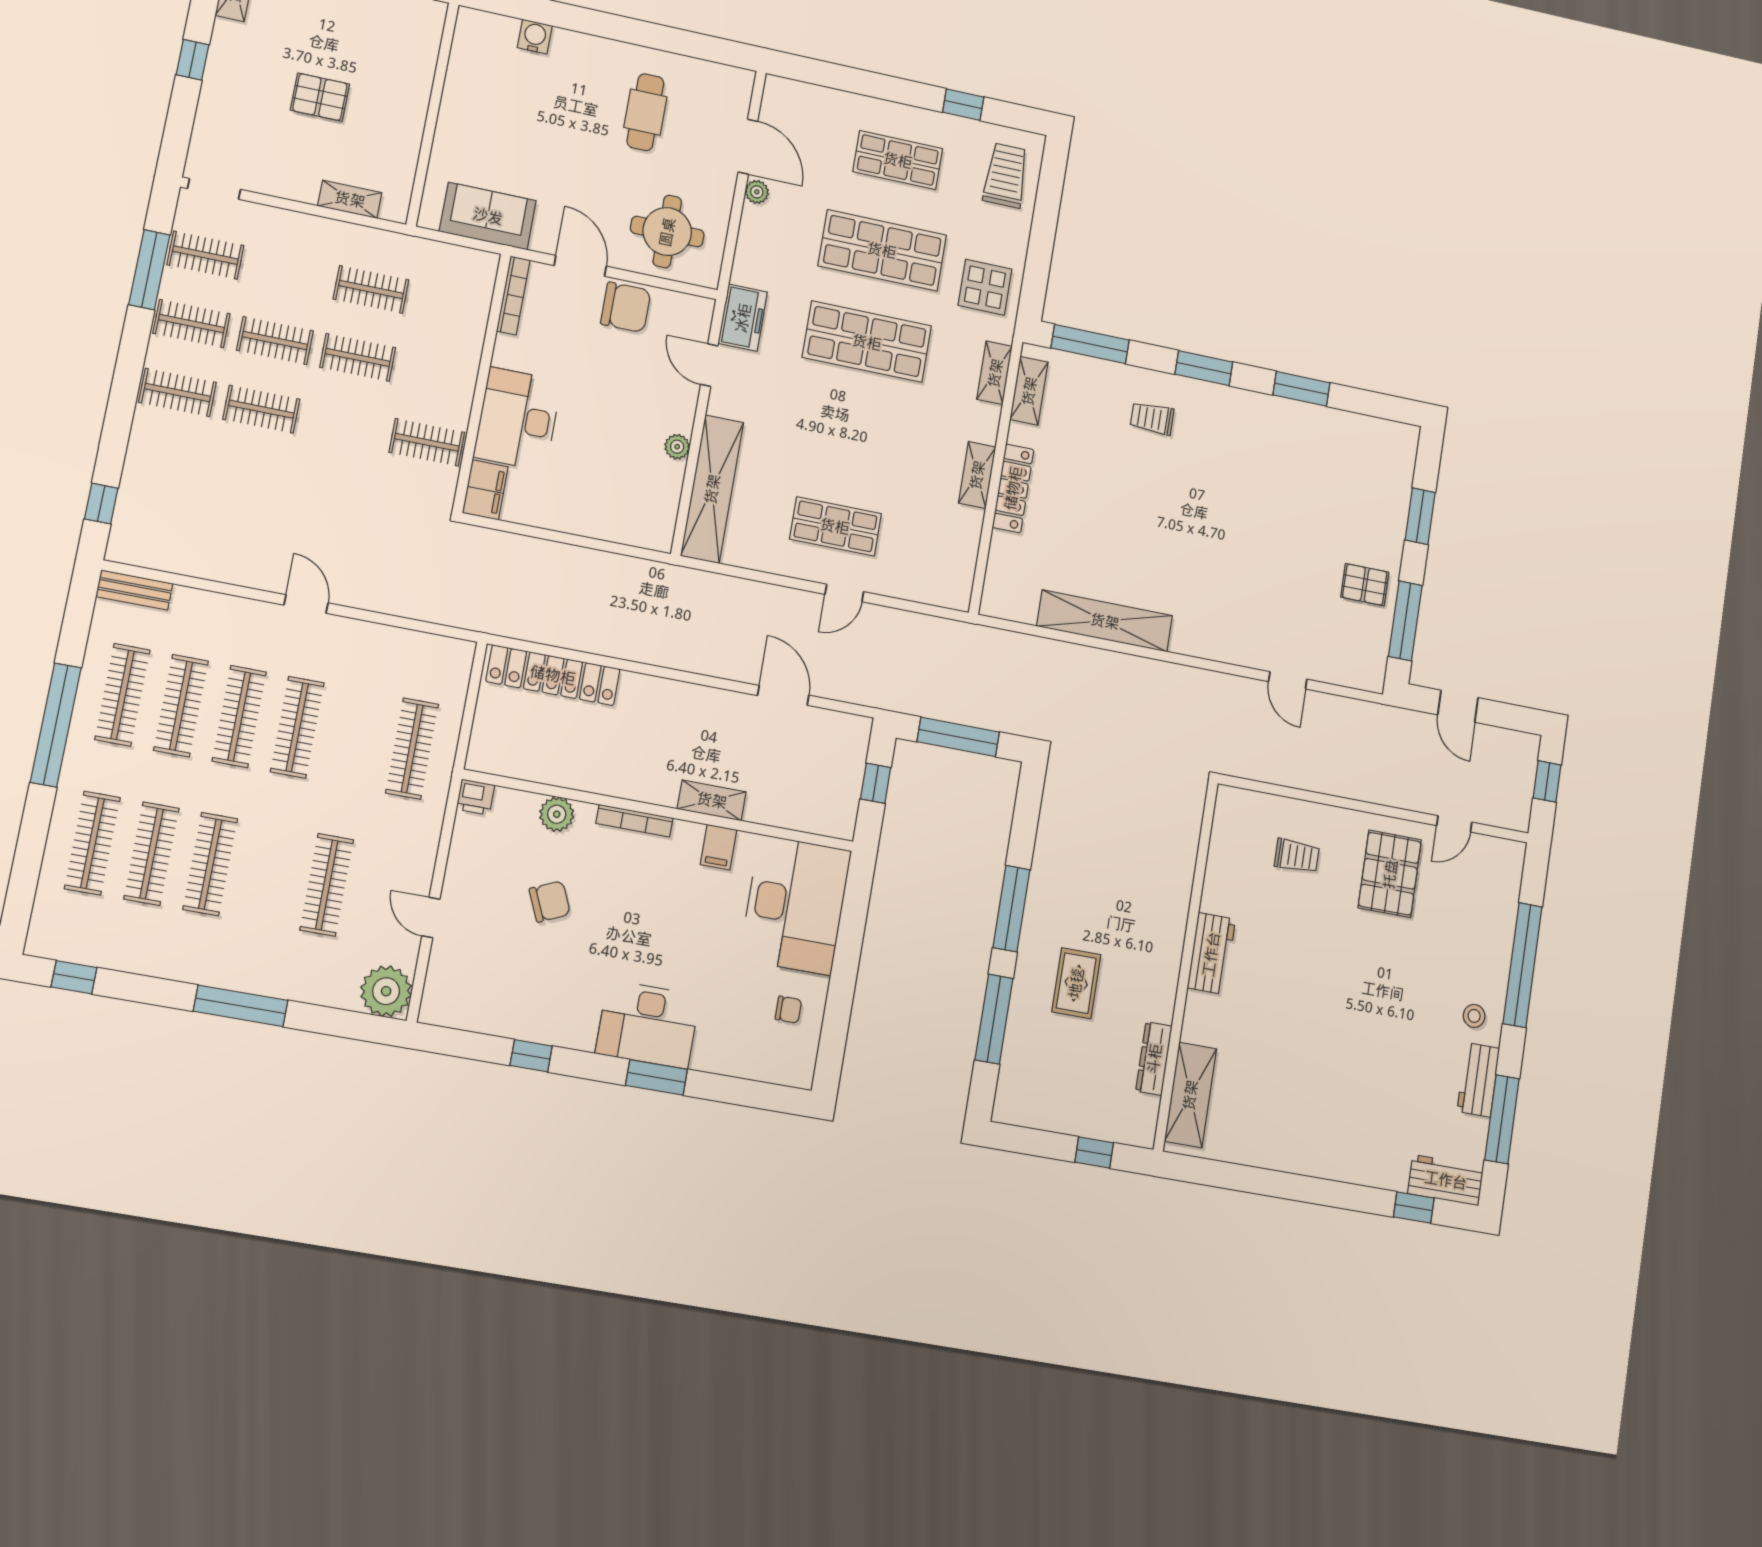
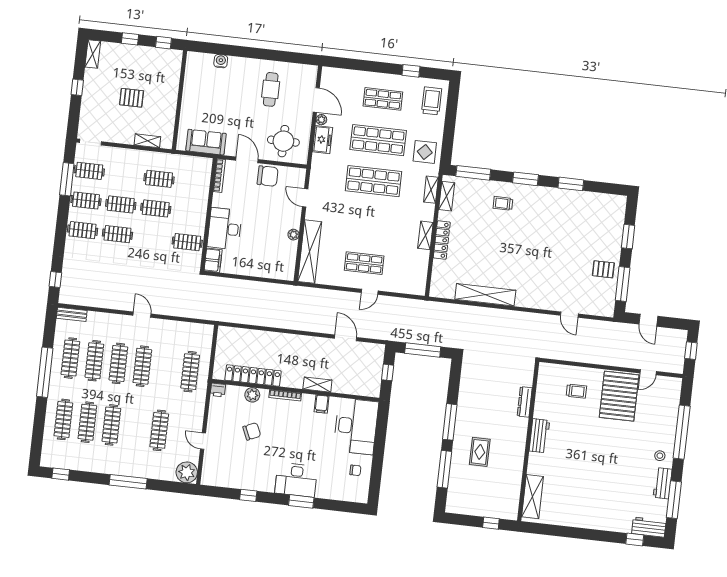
freezer: (743, 318) -> (323, 140), moved
locker: (553, 675) -> (253, 376), moved, turned 180
pallet: (1390, 874) -> (619, 396), width x1.37, depth x1.41
dresser: (1154, 1059) -> (525, 402), moved

